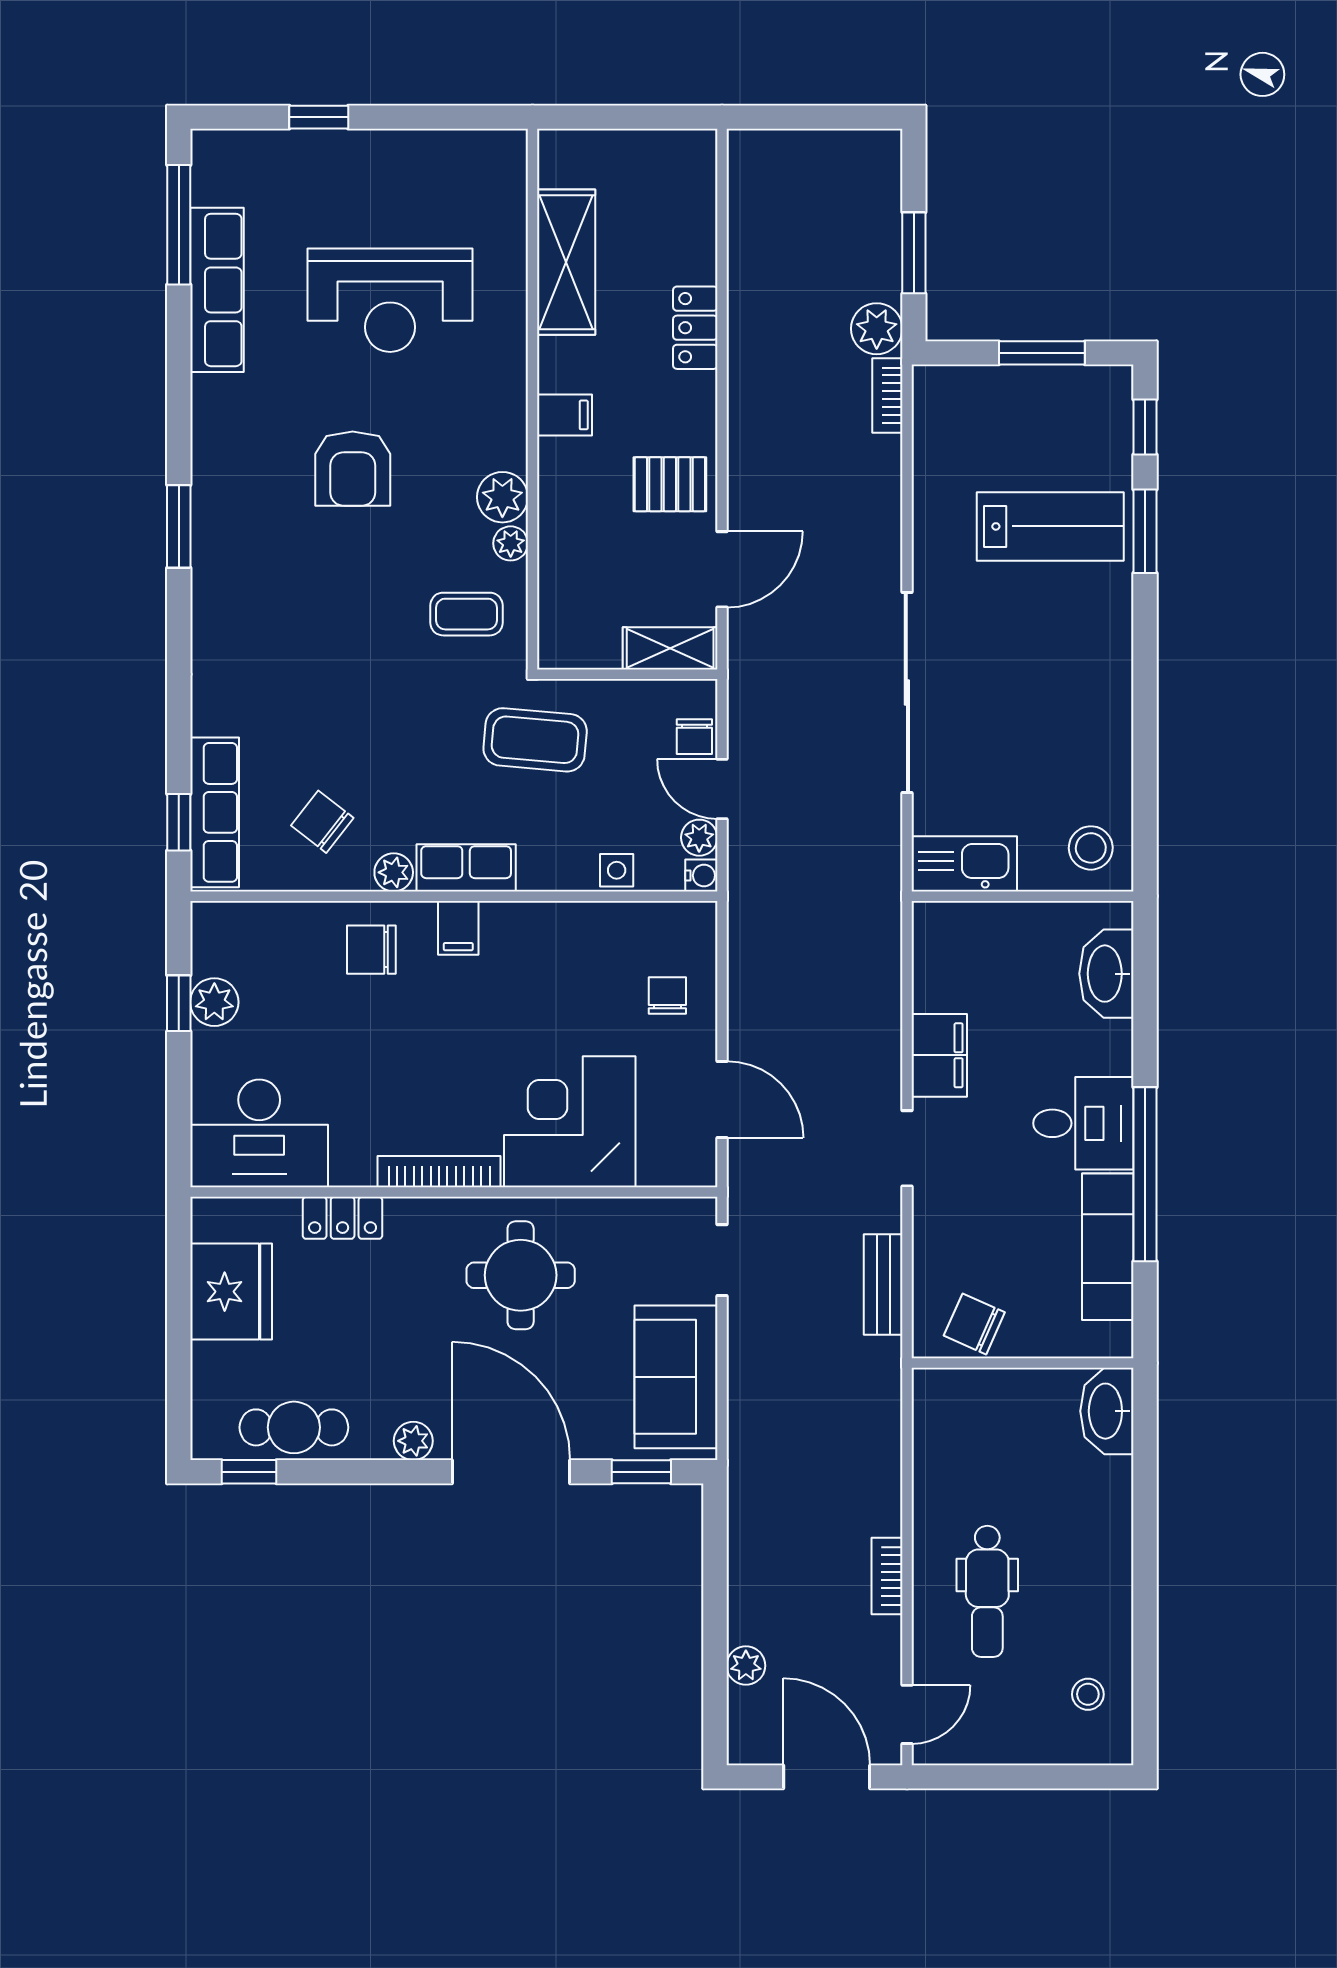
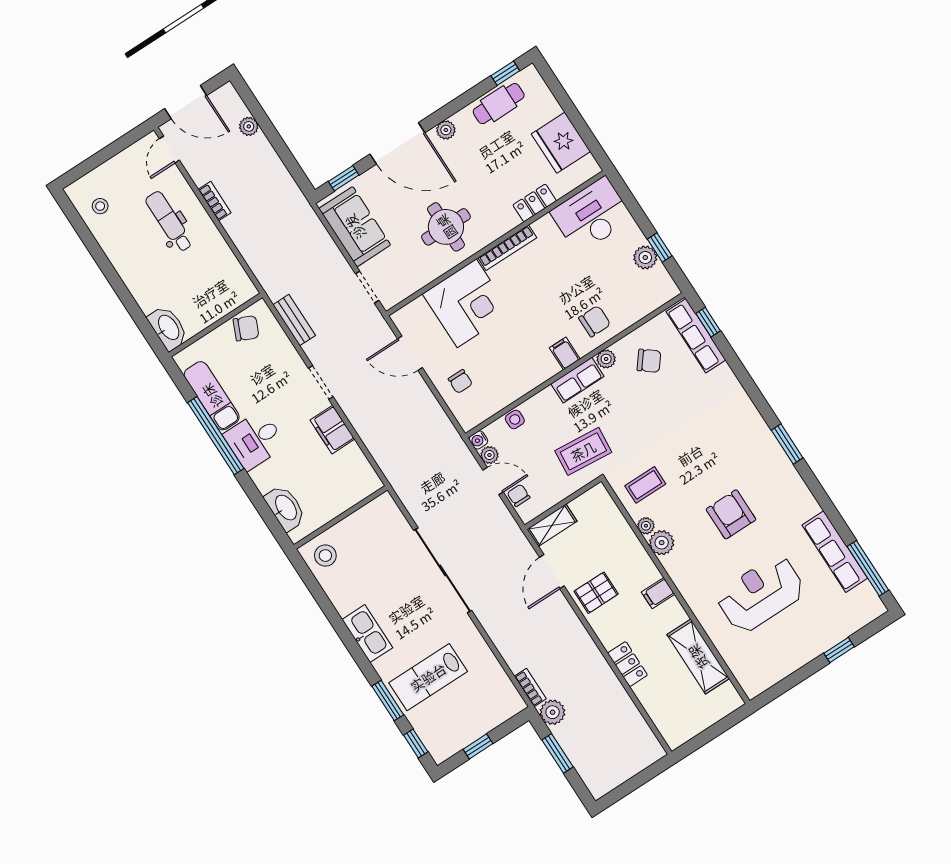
window: (1042, 353) -> (478, 746), width x0.67
kitchen sink: (964, 864) -> (367, 634), moved, turned -90

